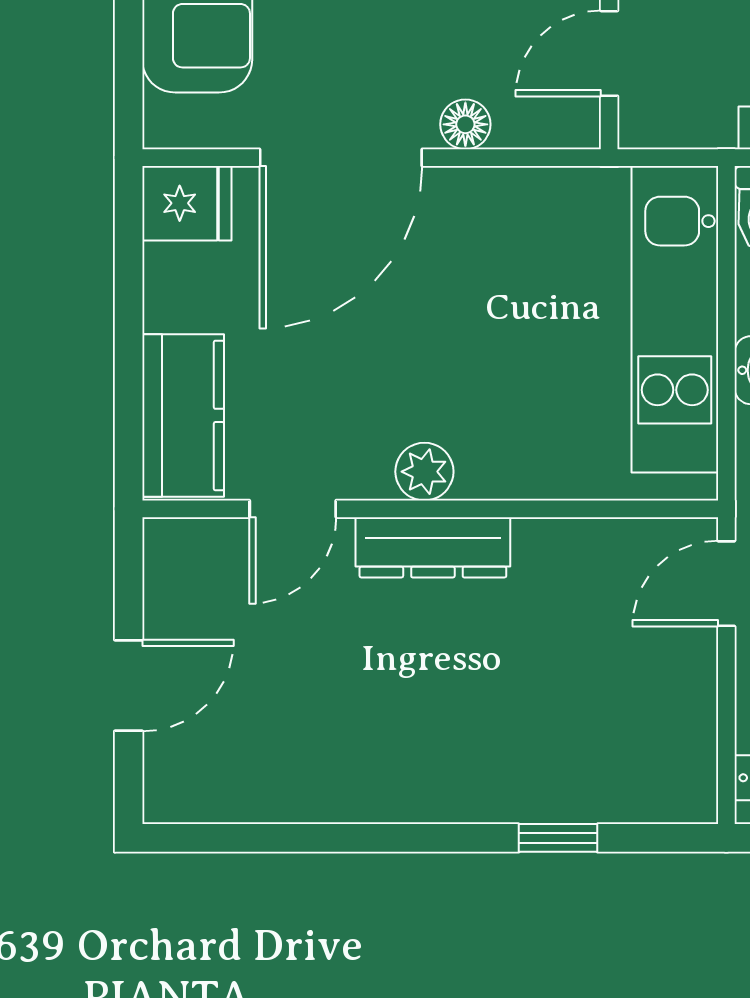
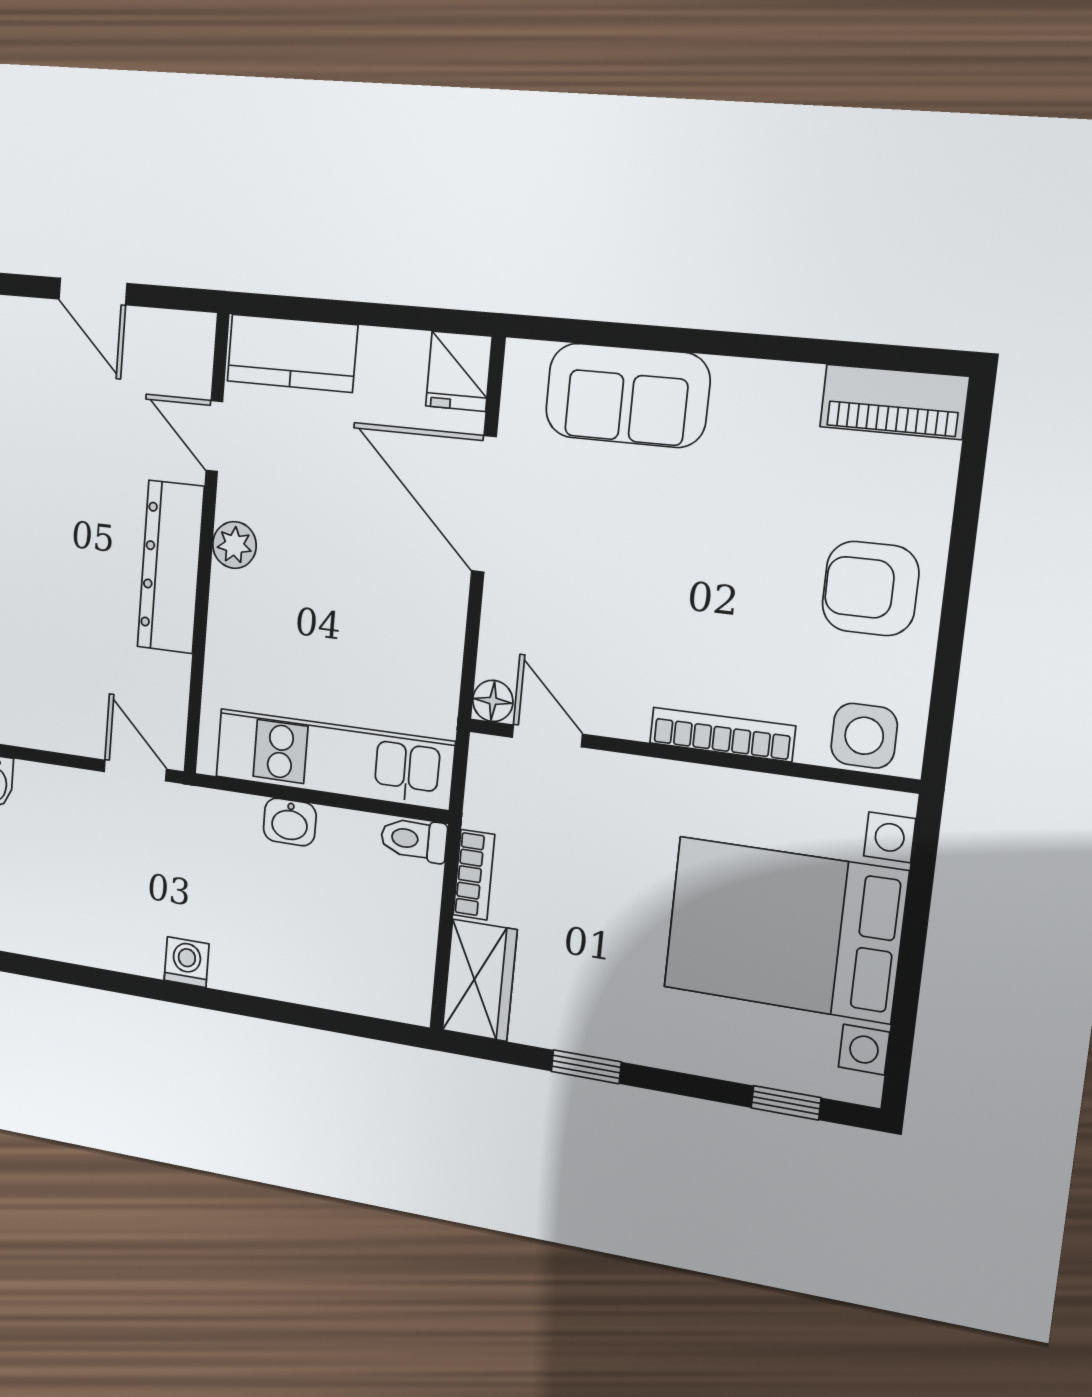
floor lamp: (465, 124) -> (493, 701), moved
dresser: (433, 547) -> (171, 567), width x1.37, depth x1.24

